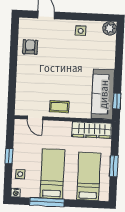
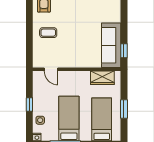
coffee table: (59, 107) -> (48, 33), moved
wardrobe: (92, 130) -> (102, 78), width x0.67

